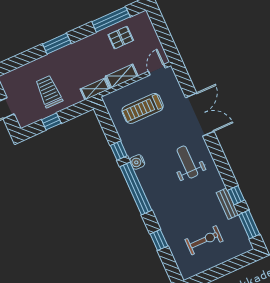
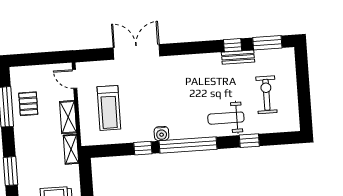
weight bench: (187, 162) -> (226, 118), moved

